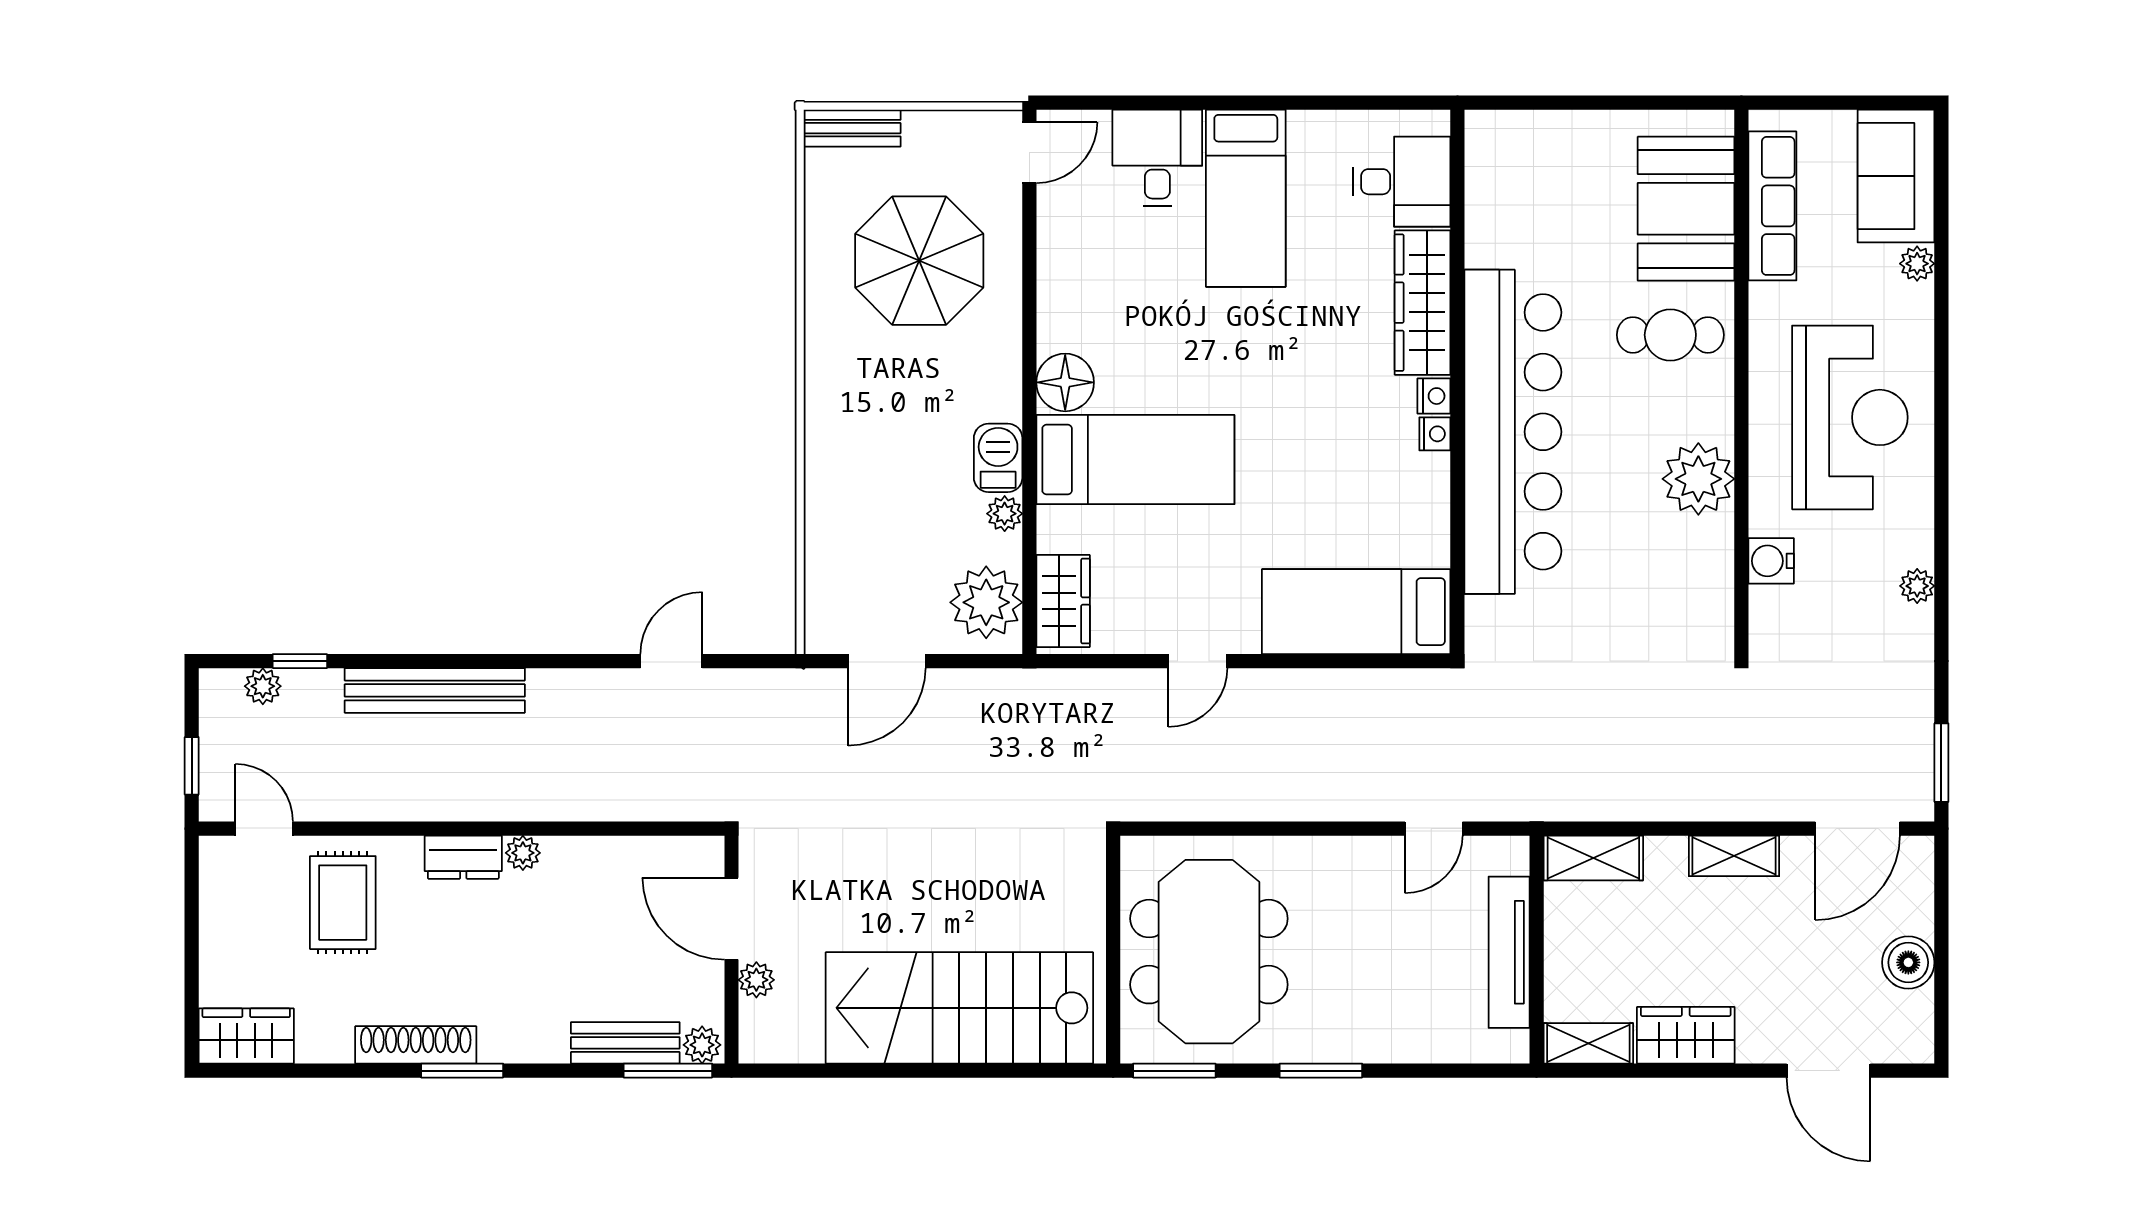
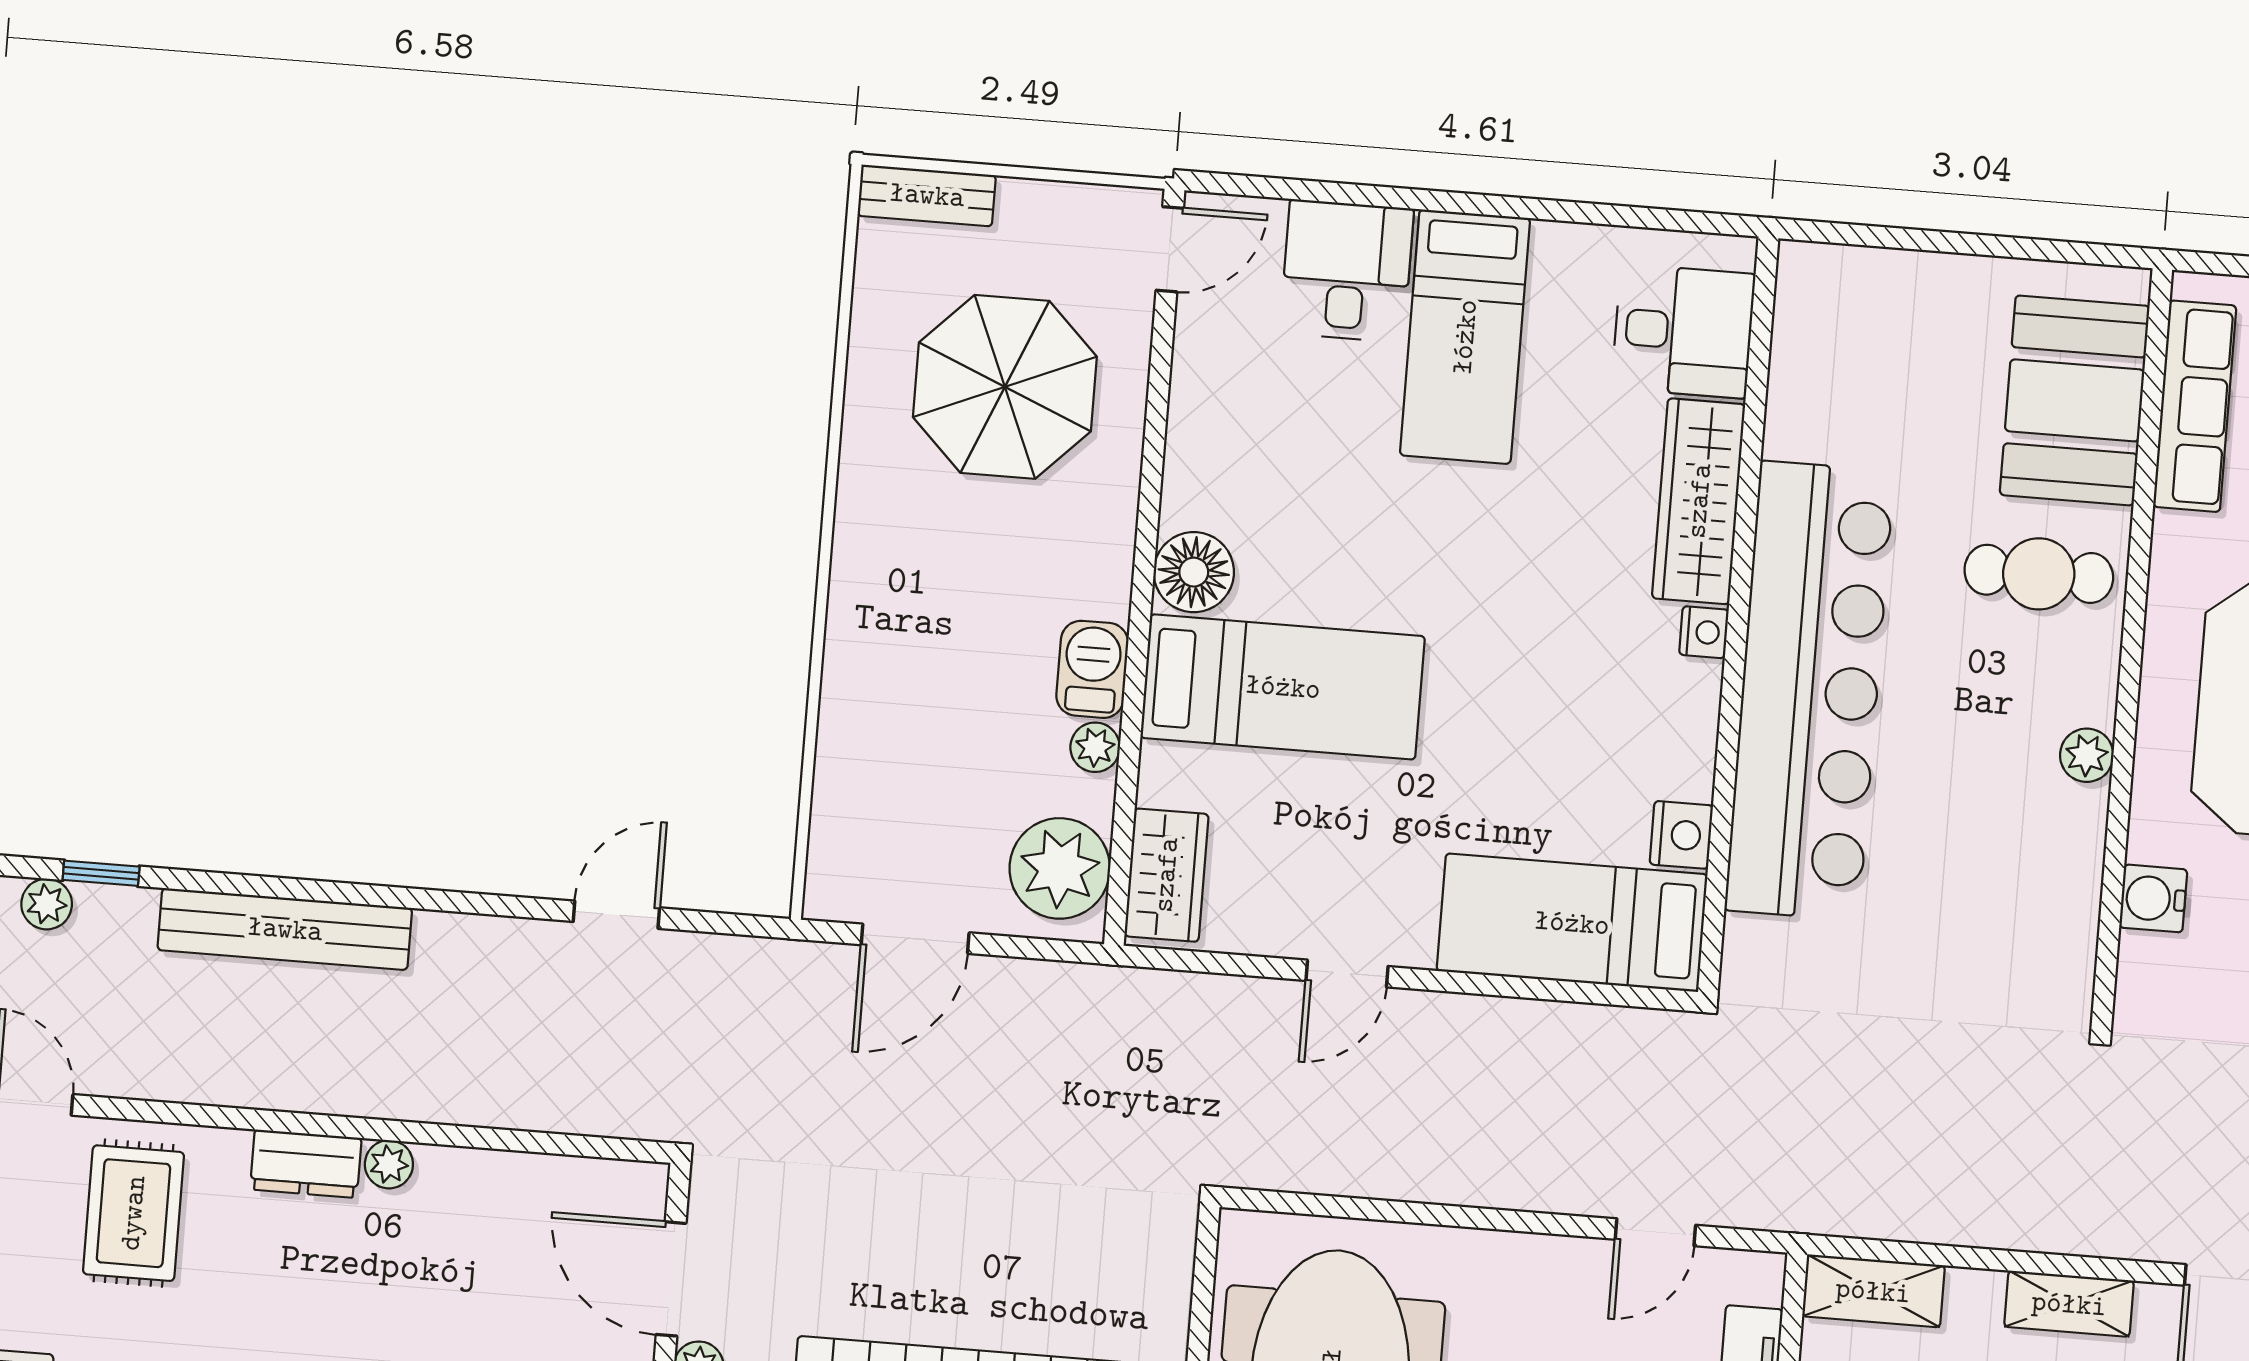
nightstand: (1435, 434) -> (1681, 835), moved, width x1.39, depth x1.35
plant: (1698, 479) -> (2087, 755), width x0.53, depth x0.53

